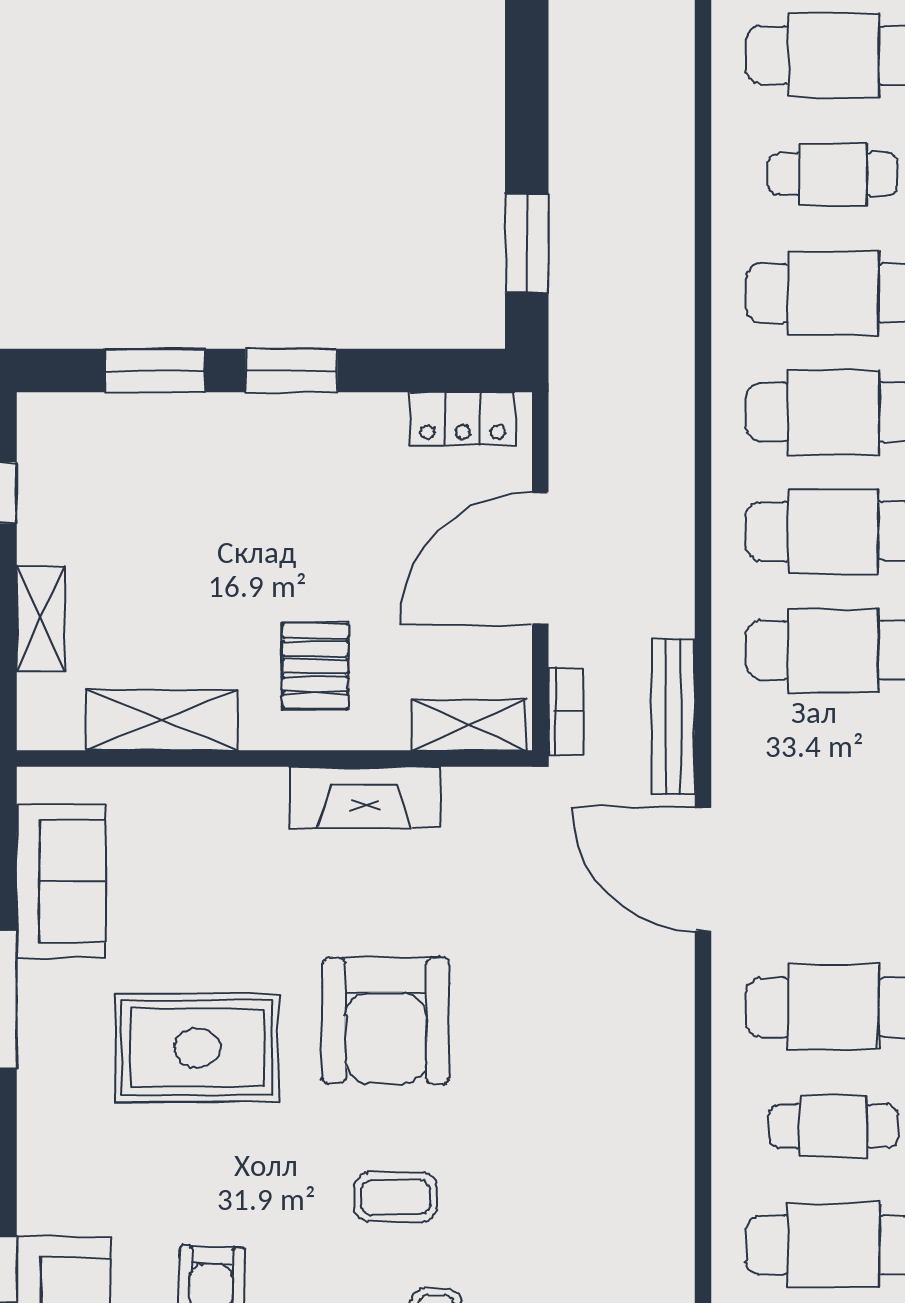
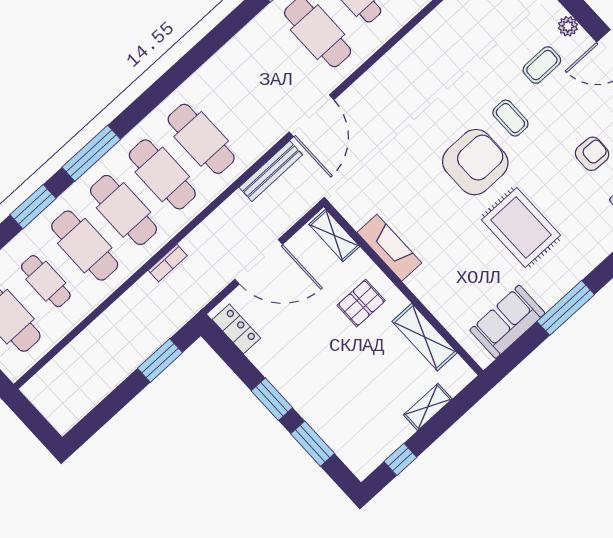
bookcase: (566, 712) -> (168, 263), moved, turned 180
armchair: (386, 1021) -> (475, 162), moved

